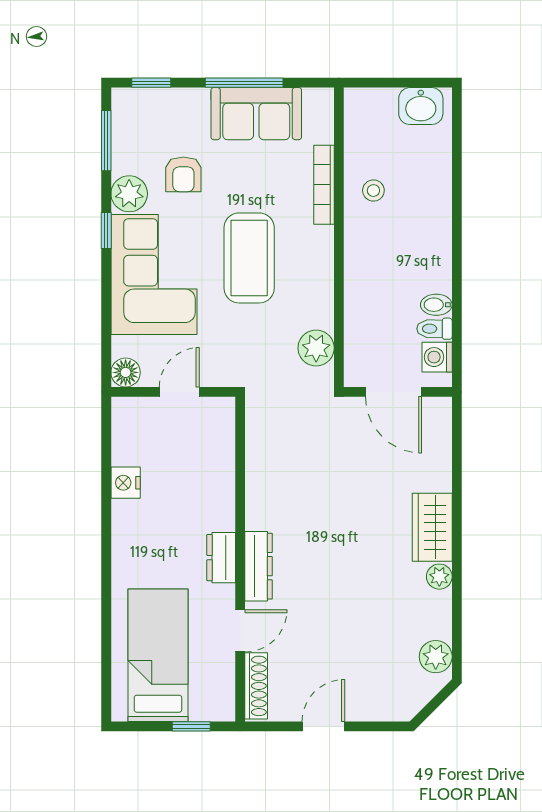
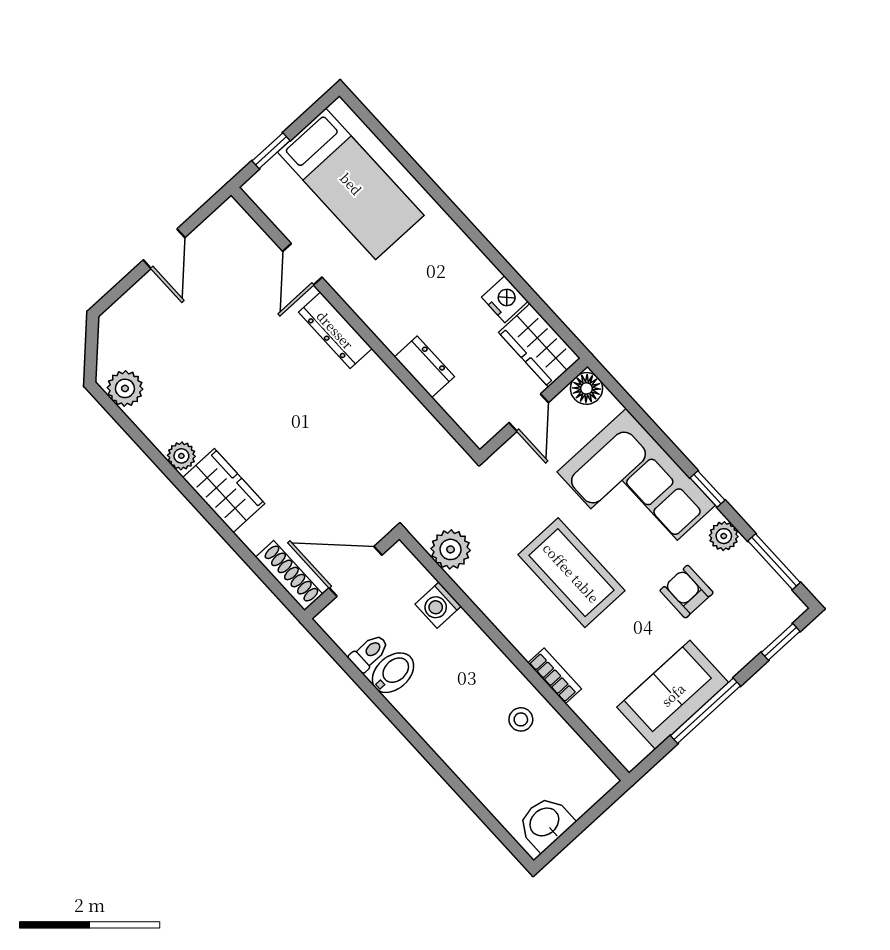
bookcase: (324, 185) -> (555, 676), width x0.64
plant: (129, 194) -> (724, 536), width x0.73, depth x0.73
bidet: (436, 305) -> (393, 673), width x1.38, depth x1.36
washing machine: (437, 357) -> (438, 605), moved, turned 180
wardrobe: (131, 430) -> (539, 345), added
dresser: (221, 558) -> (424, 367), moved
shoe rack: (256, 686) -> (289, 576), moved, turned 180

